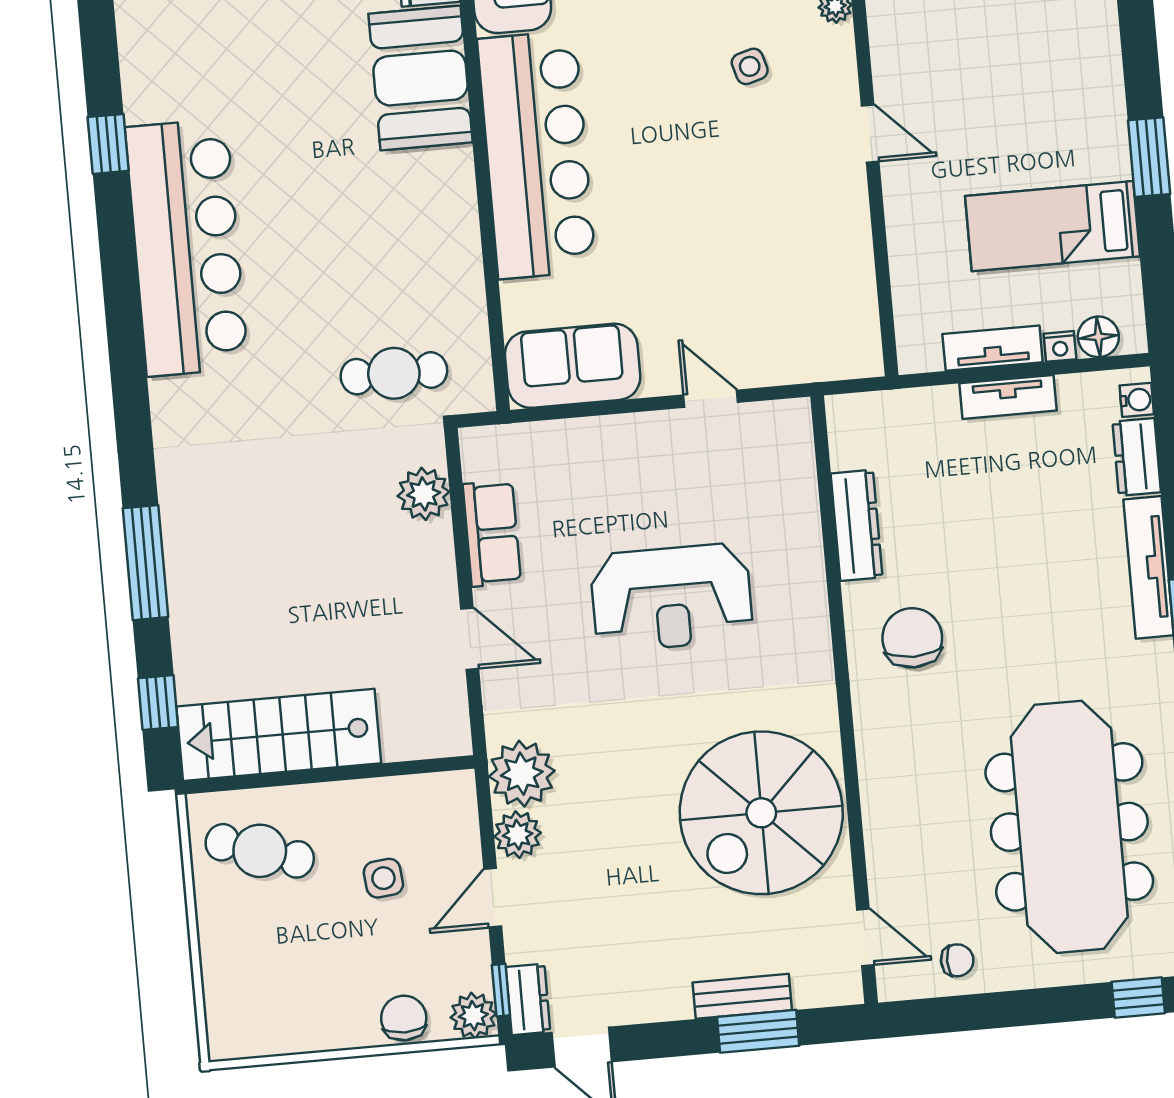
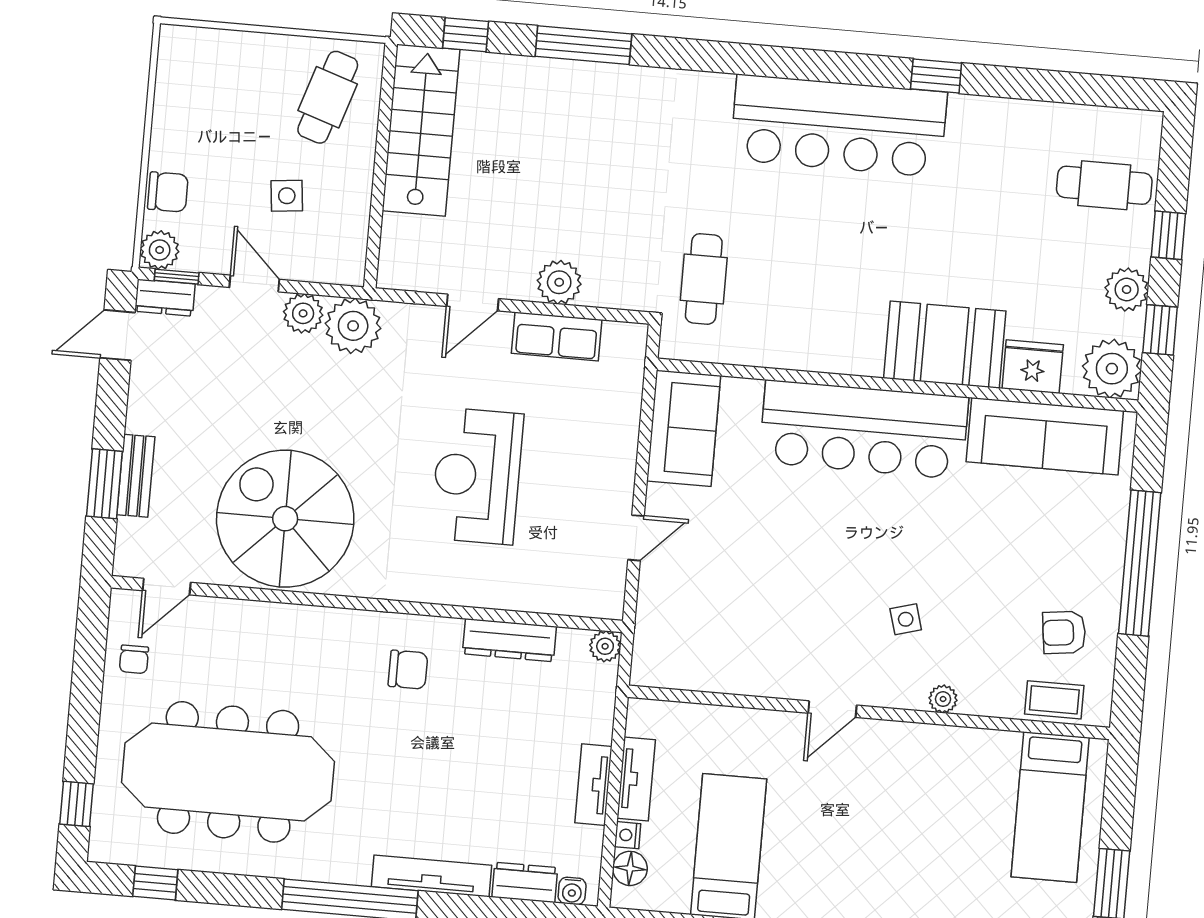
plant: (844, 412) -> (605, 646), added
plant: (424, 494) -> (559, 282), moved
chair: (912, 638) -> (408, 670), width x0.73, depth x0.73

